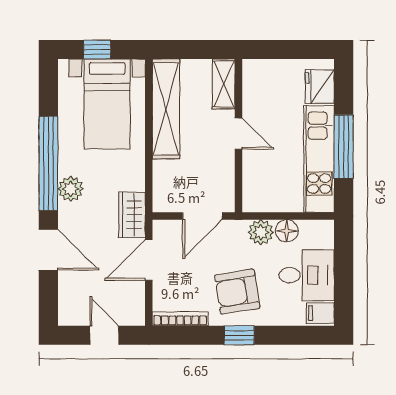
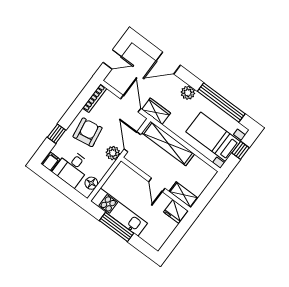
fridge: (320, 87) -> (176, 211), moved, turned 180
shelving: (166, 109) -> (168, 143), moved
door: (239, 134) -> (157, 185), hinge flipped
window: (48, 163) -> (221, 102), moved
floor lamp: (287, 231) -> (91, 183), moved
plant: (261, 232) -> (113, 153), moved
window: (239, 335) -> (57, 134), moved

